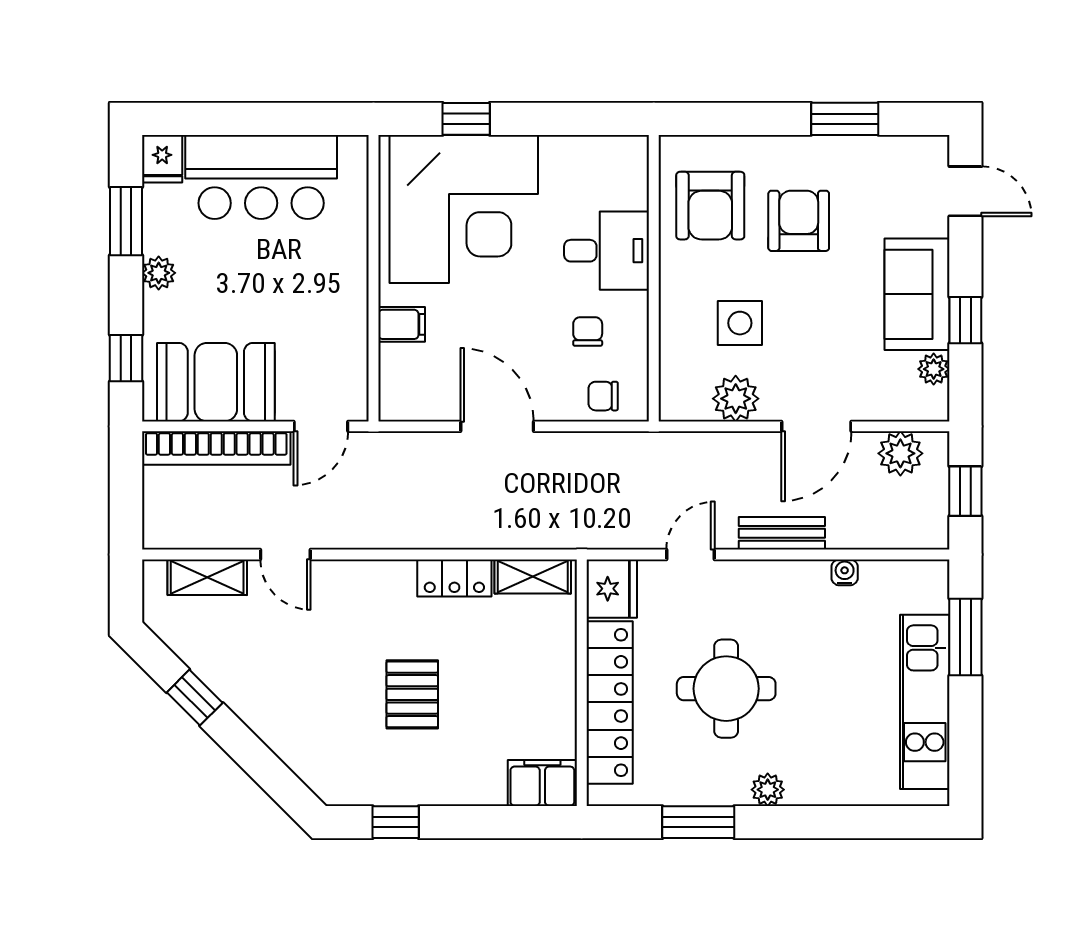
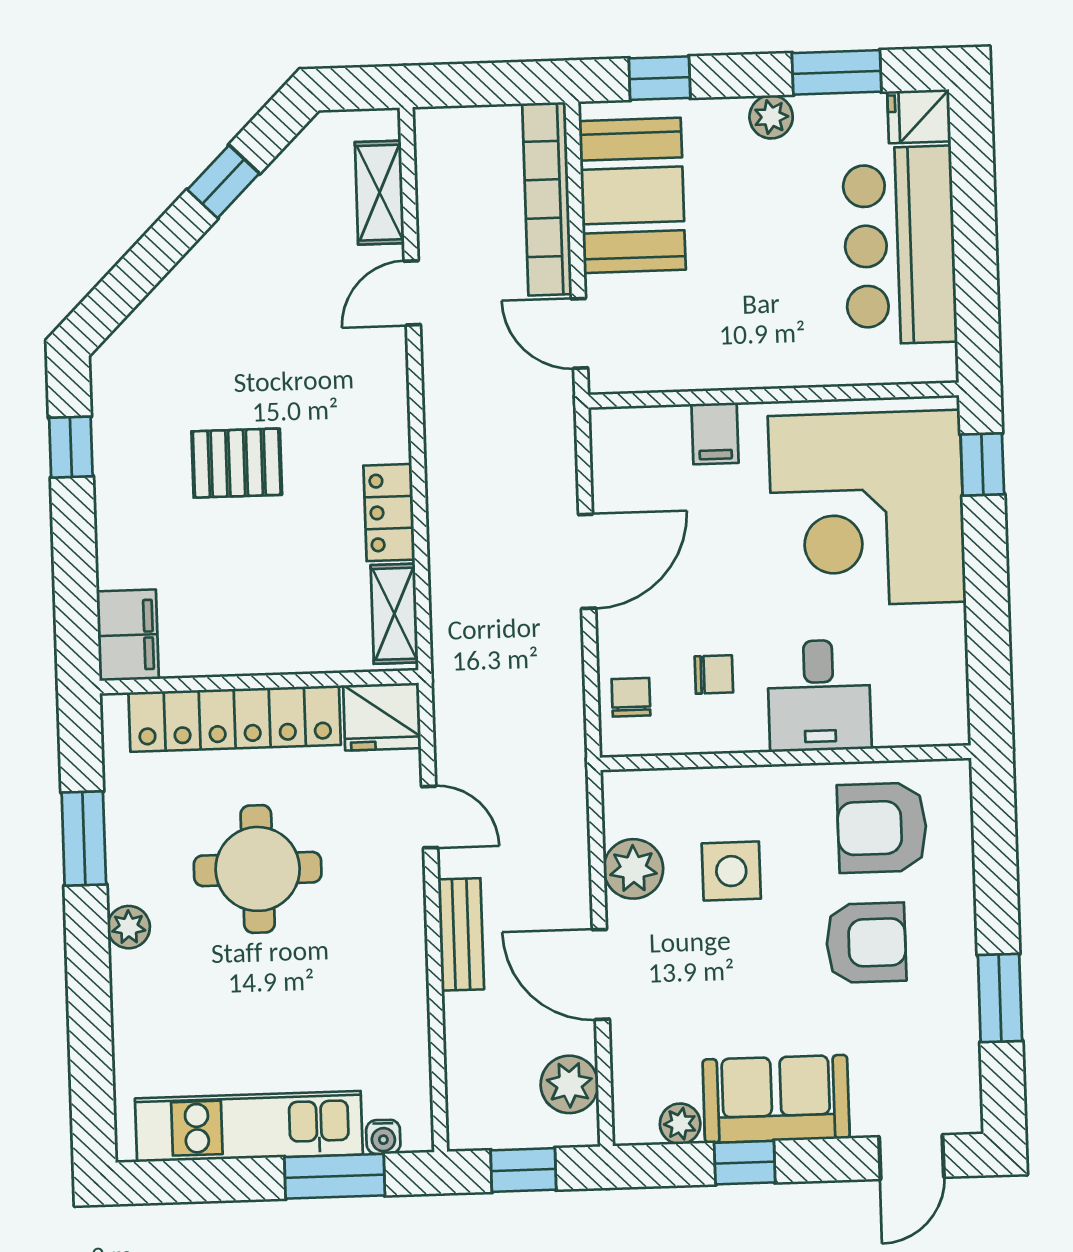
window: (466, 119) -> (982, 464), moved
water cooler: (845, 572) -> (383, 1137), moved, turned 90

